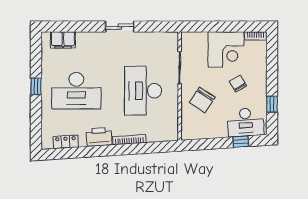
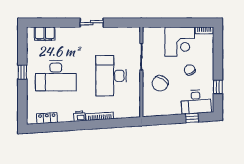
printer: (99, 137) -> (80, 116), width x0.53, depth x0.68

